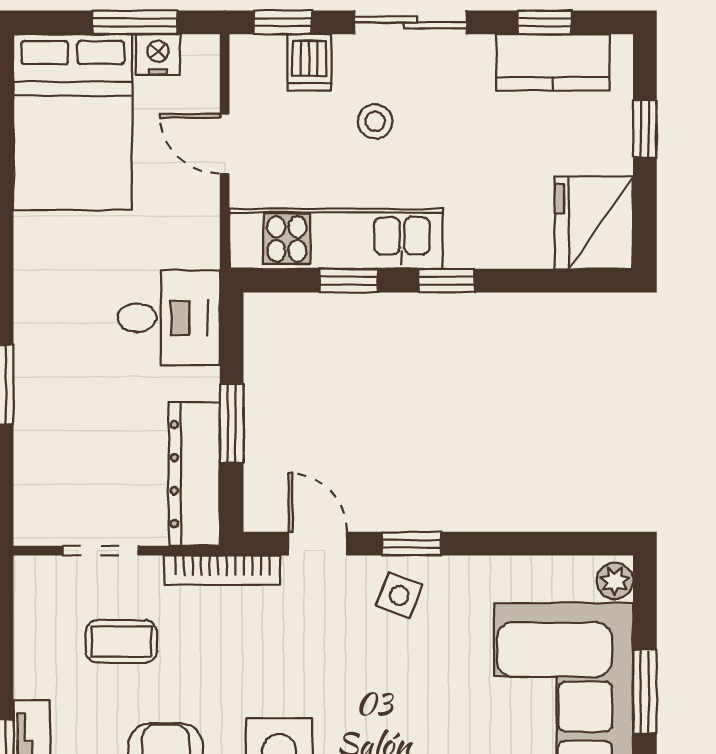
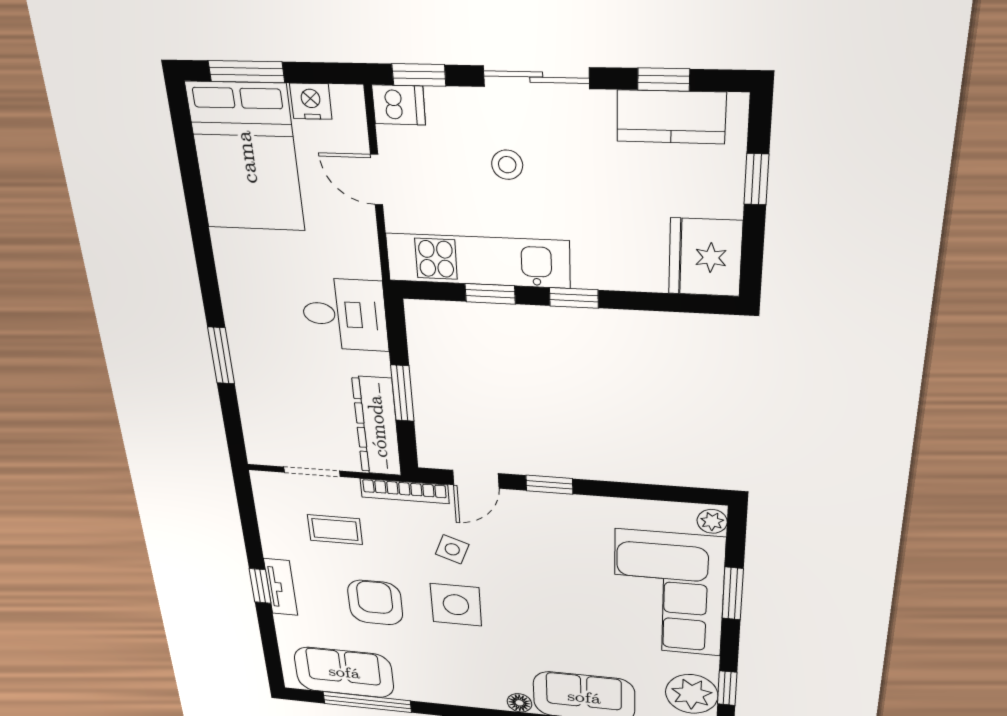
window: (135, 22) -> (246, 72), moved
dishwasher: (309, 62) -> (399, 105), moved, turned -90
door: (318, 544) -> (476, 479), swing flipped
side table: (399, 595) -> (452, 549), moved

